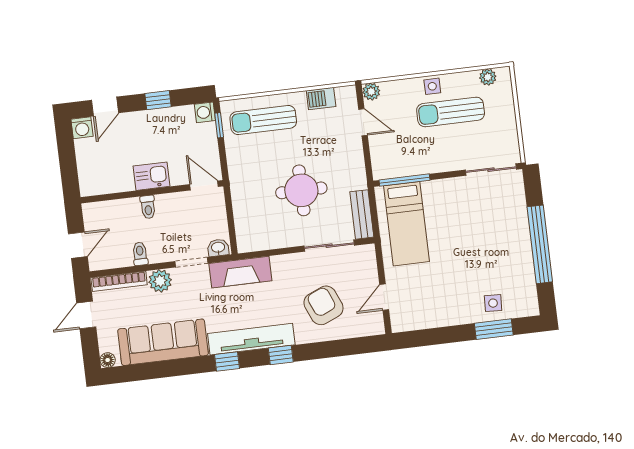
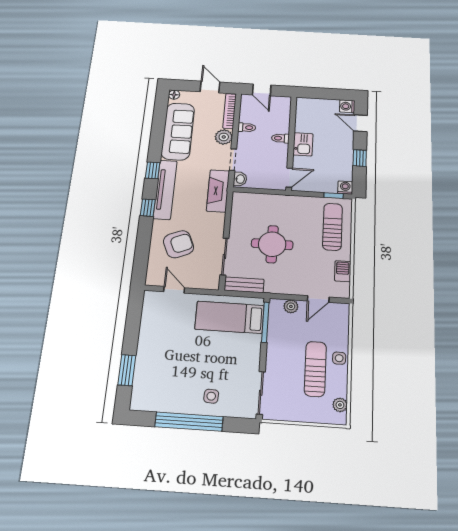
plant: (371, 92) -> (291, 306), moved
side table: (493, 303) -> (211, 396), moved

